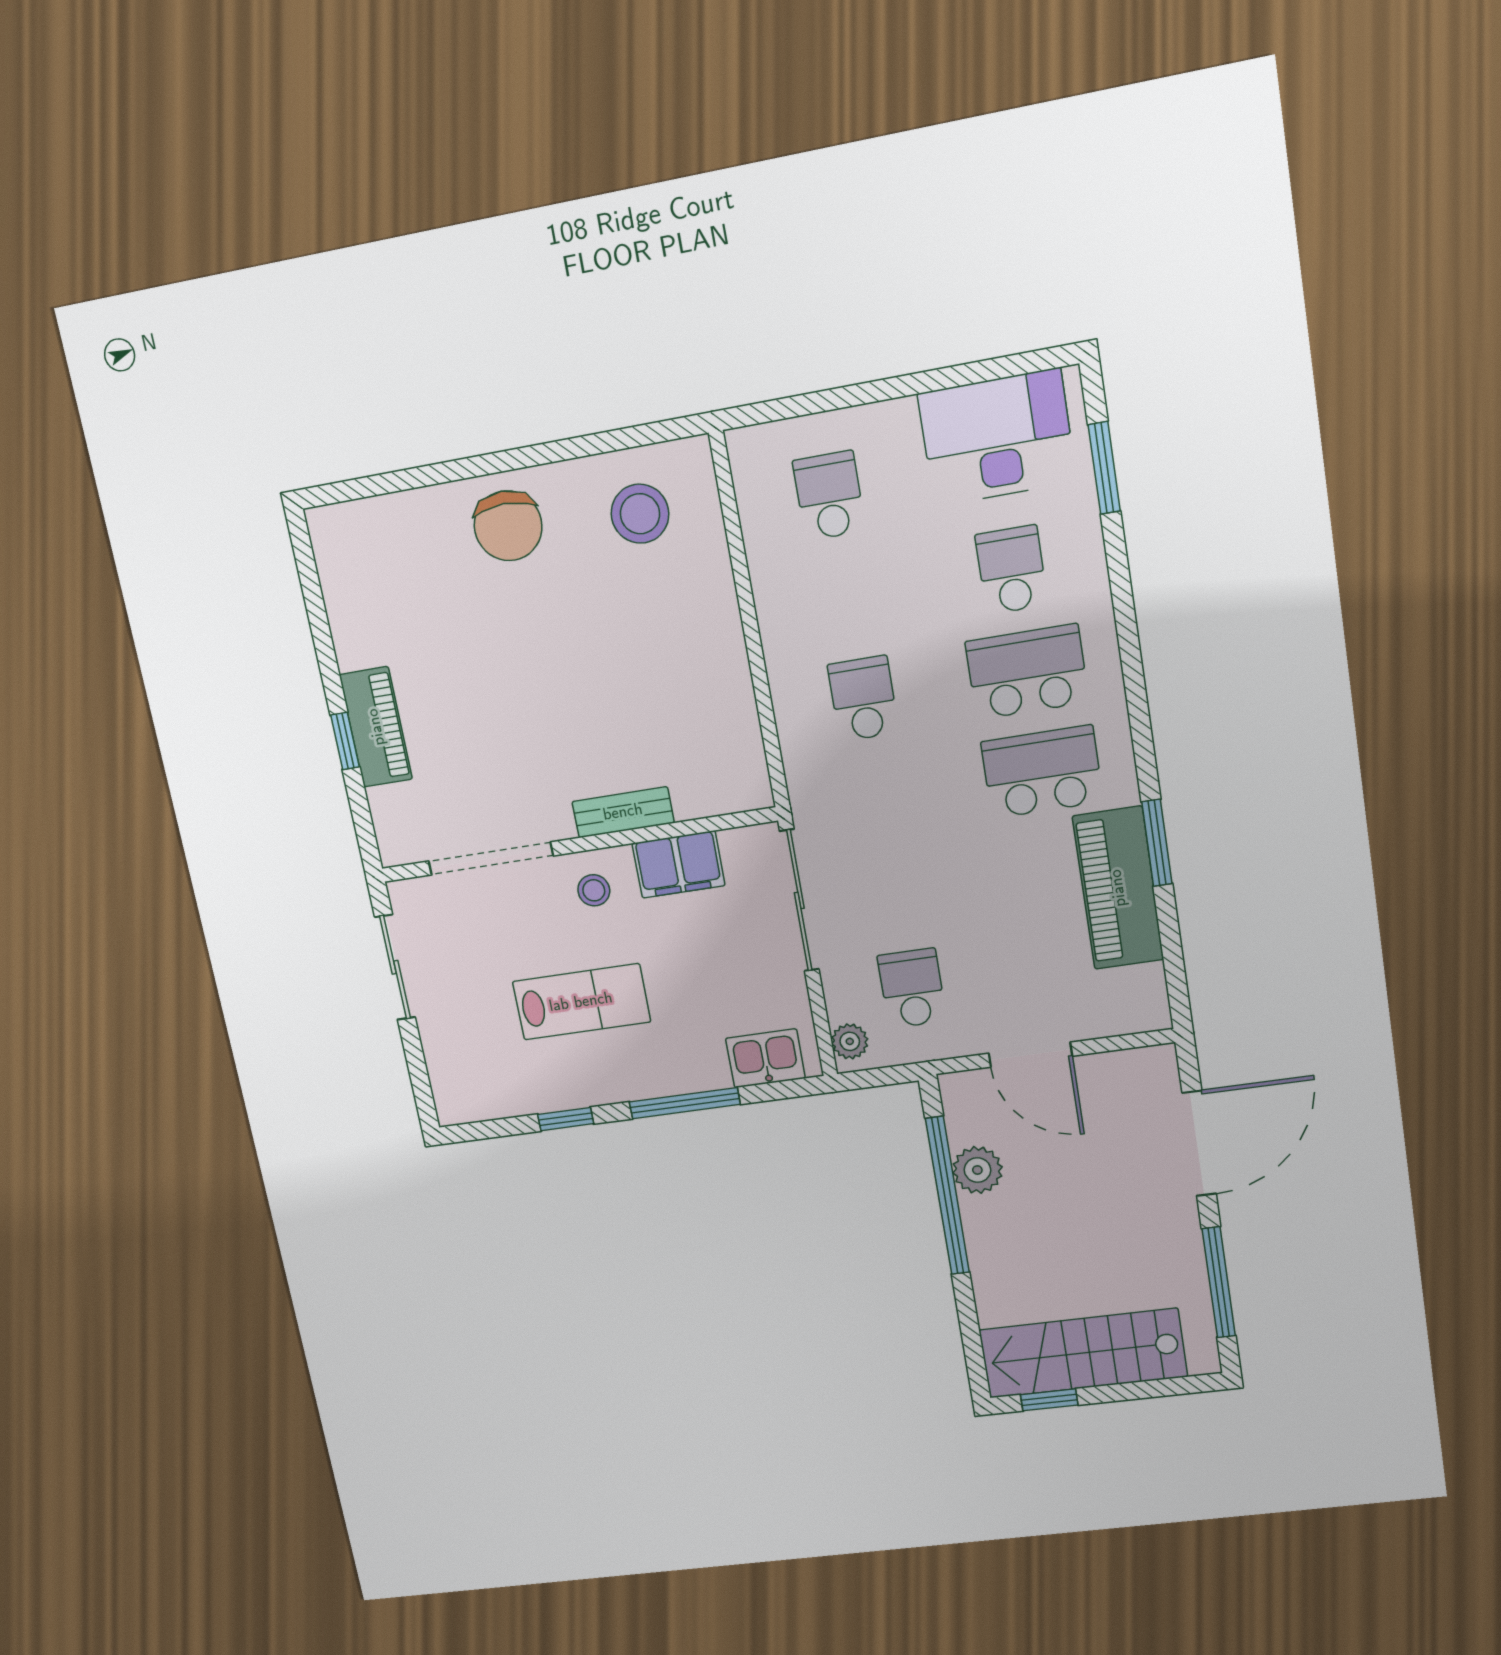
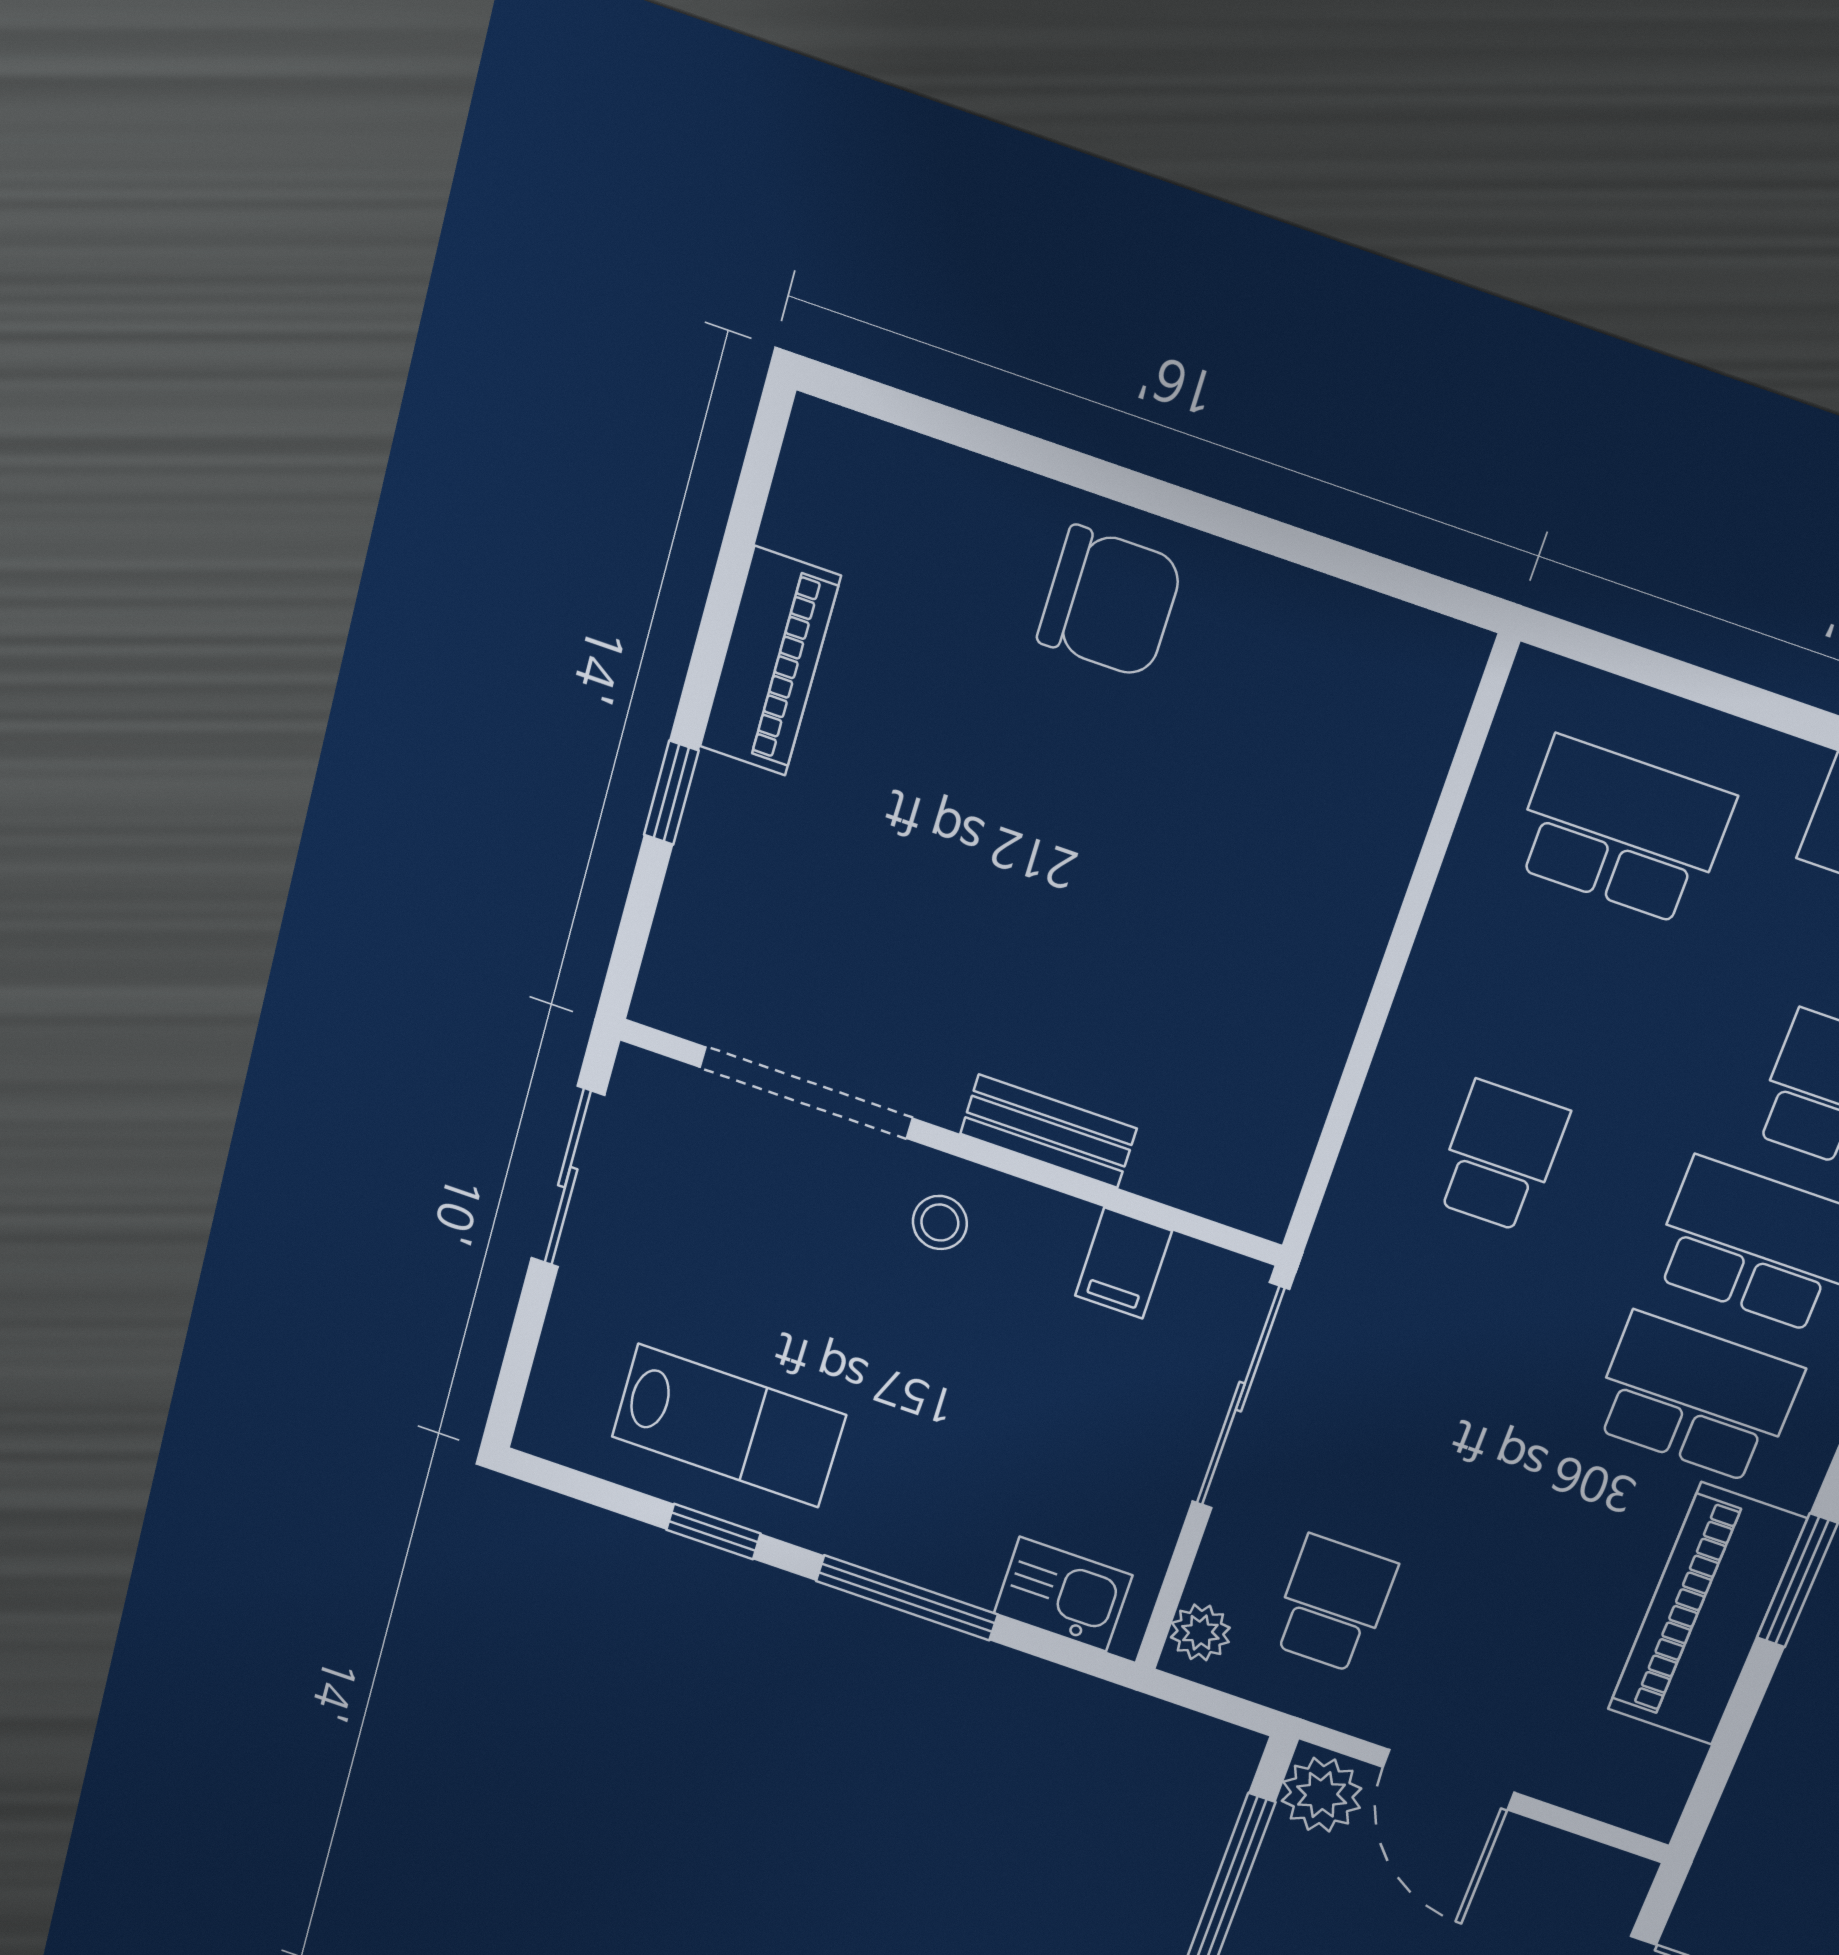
school desk: (829, 496) -> (1622, 831), width x1.85
stool: (640, 514) -> (1324, 698), removed
chair: (508, 526) -> (1110, 602), turned -90
piano: (376, 727) -> (770, 662), moved
filing cabinet: (678, 864) -> (1123, 1263), width x0.50
lab bench: (581, 1002) -> (729, 1426), moved
plant: (977, 1170) -> (1322, 1795), moved

